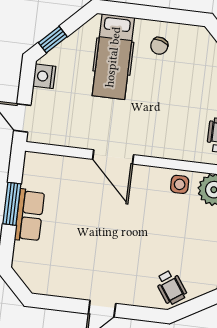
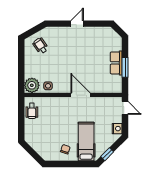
window: (53, 40) -> (107, 154), moved
wheelchair: (171, 287) -> (40, 46), moved

